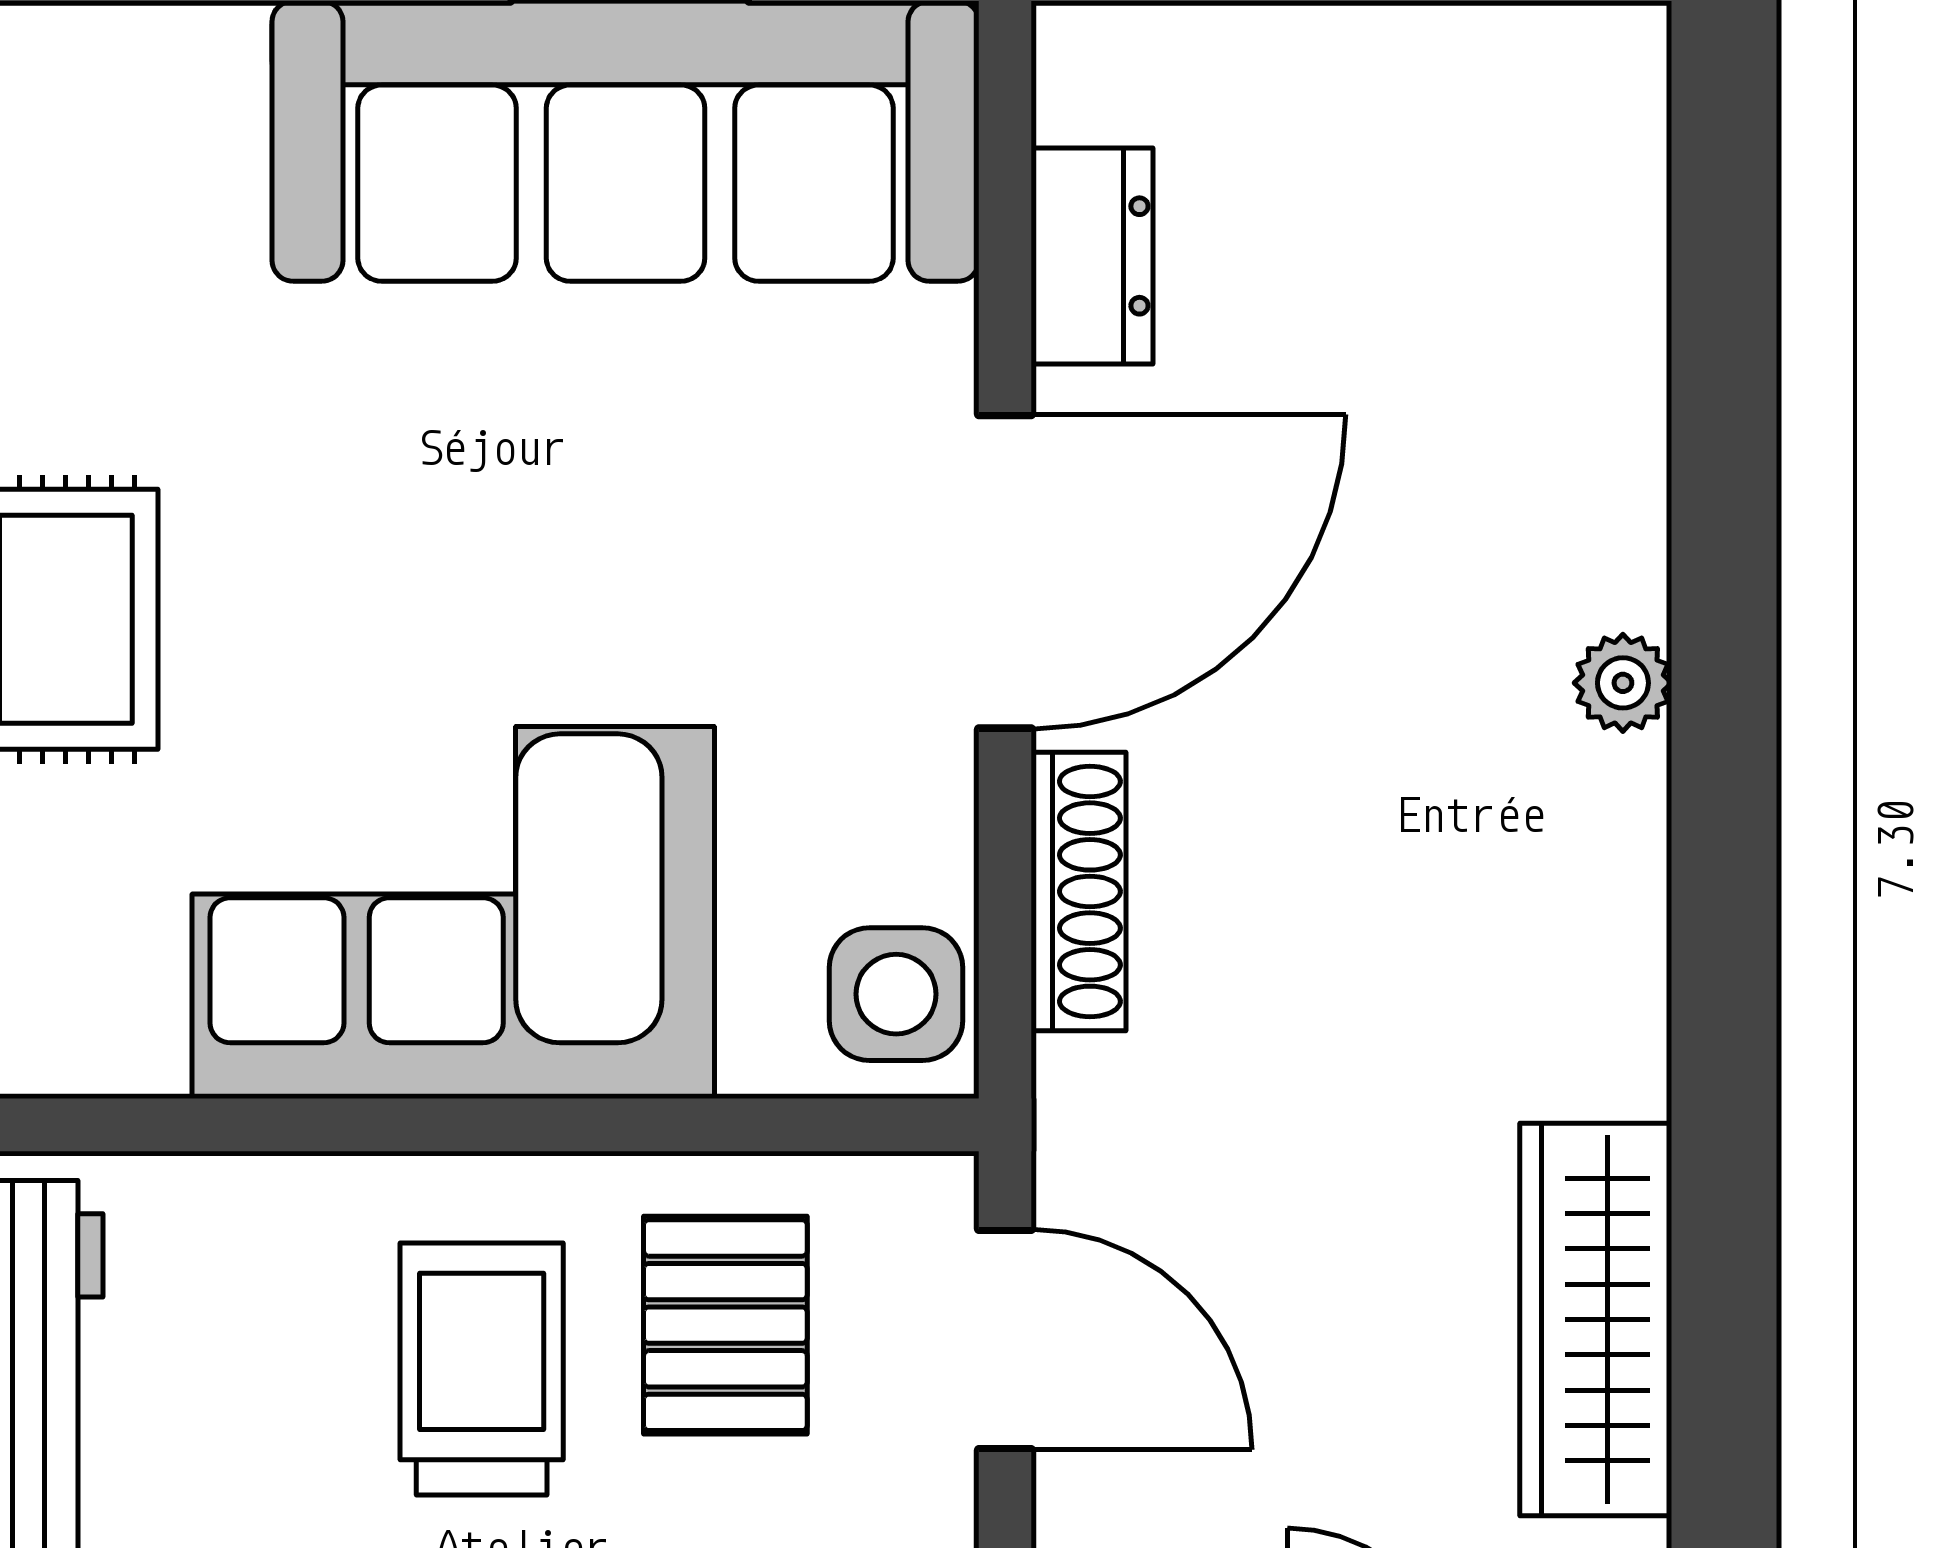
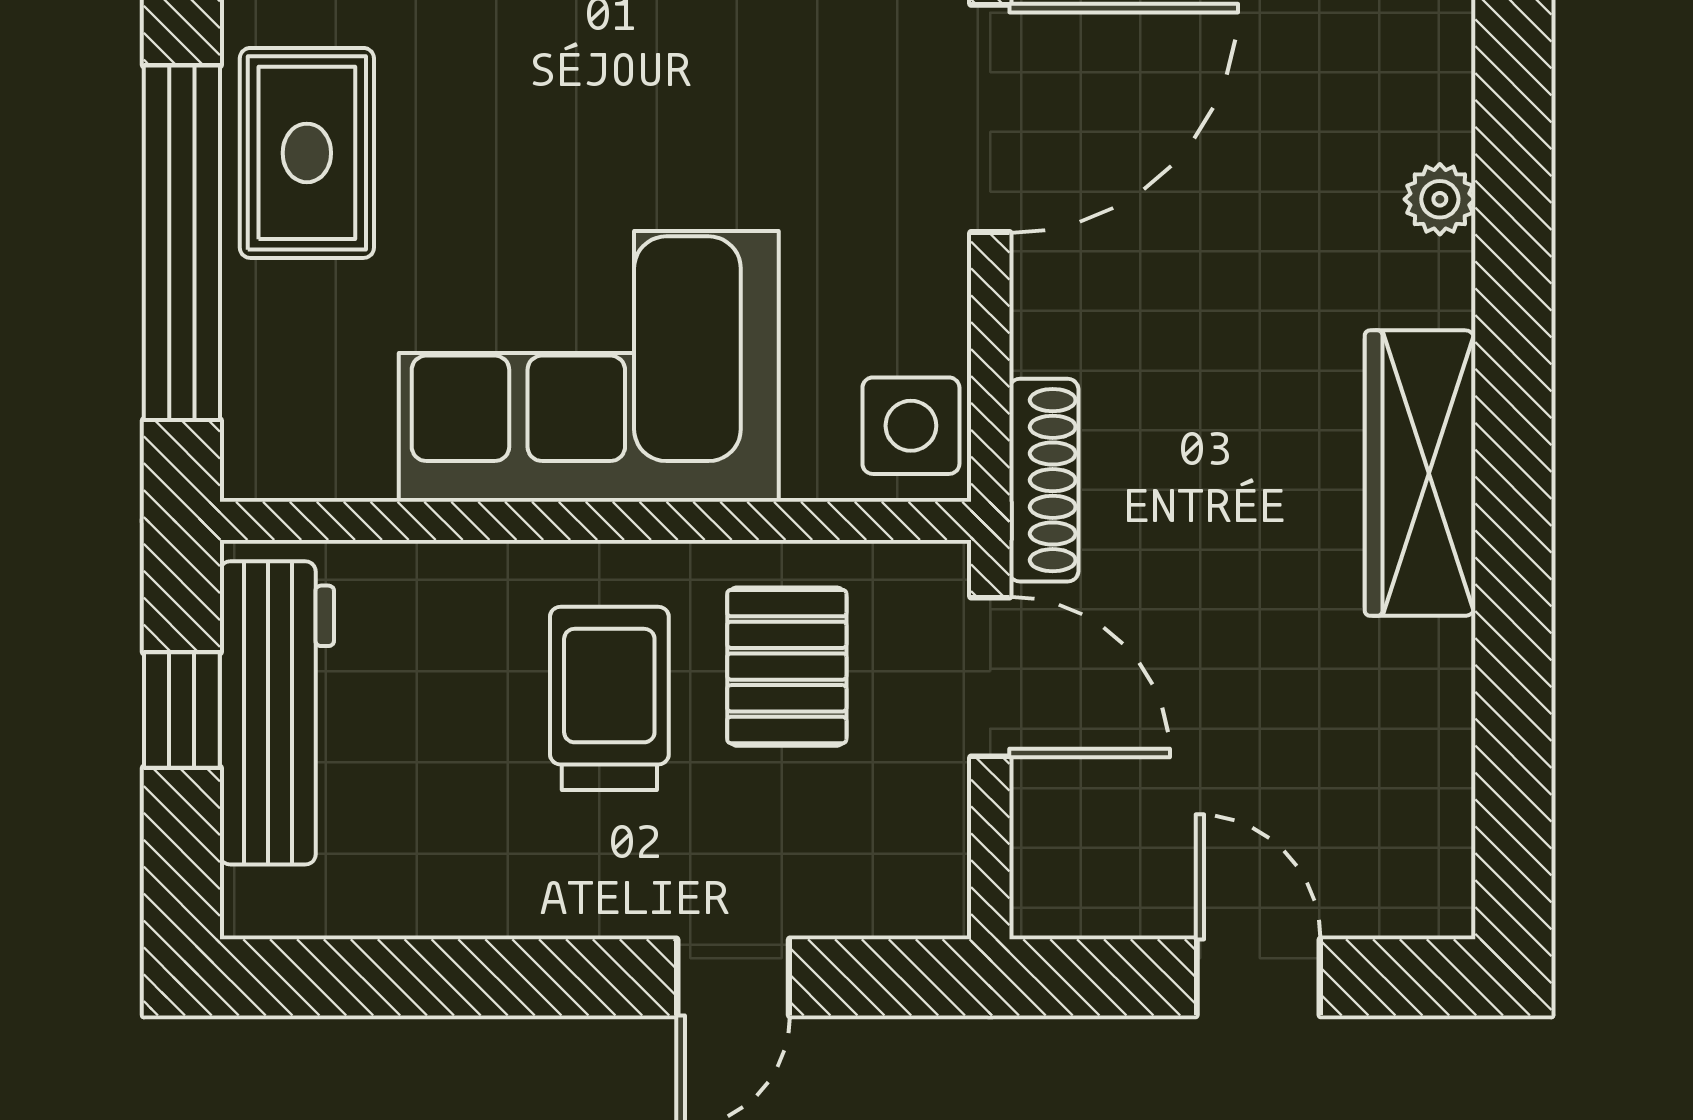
shoe rack: (1079, 891) -> (1044, 480), moved
wardrobe: (1596, 1320) -> (1420, 473), moved

